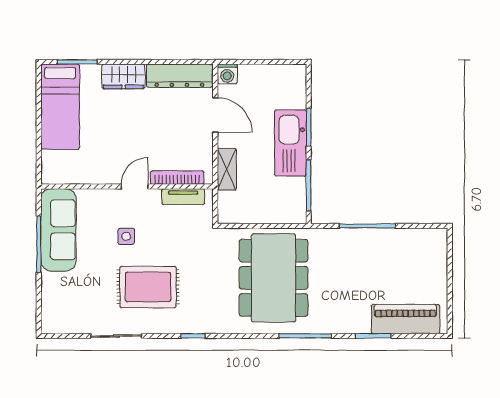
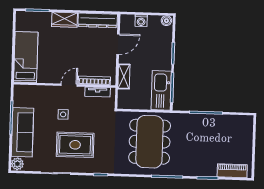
boiler: (296, 73) -> (166, 21), added
washing machine: (227, 74) -> (141, 21), moved
bed: (60, 107) -> (26, 57), moved, turned 180
door: (215, 115) -> (118, 44), hinge flipped
kitchen sink: (291, 143) -> (161, 90), moved
sofa: (58, 230) -> (22, 132), moved
piano: (405, 319) -> (232, 171), width x0.73, depth x0.75
plant: (51, 322) -> (17, 164), added

